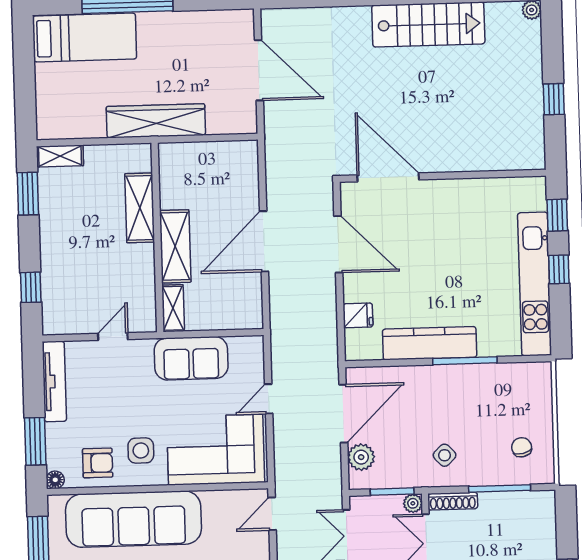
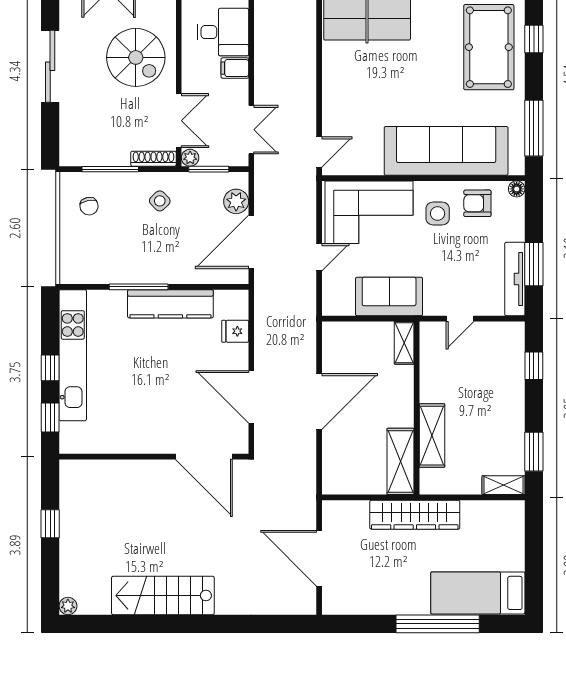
shelving: (175, 246) -> (401, 461), moved
window: (35, 441) -> (534, 264), moved

